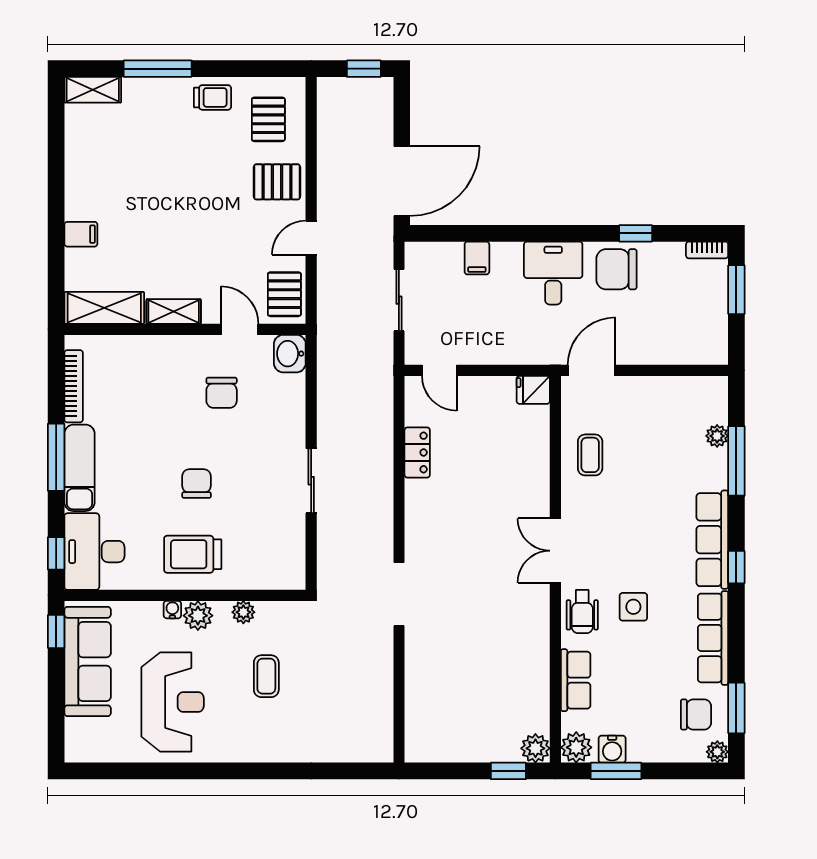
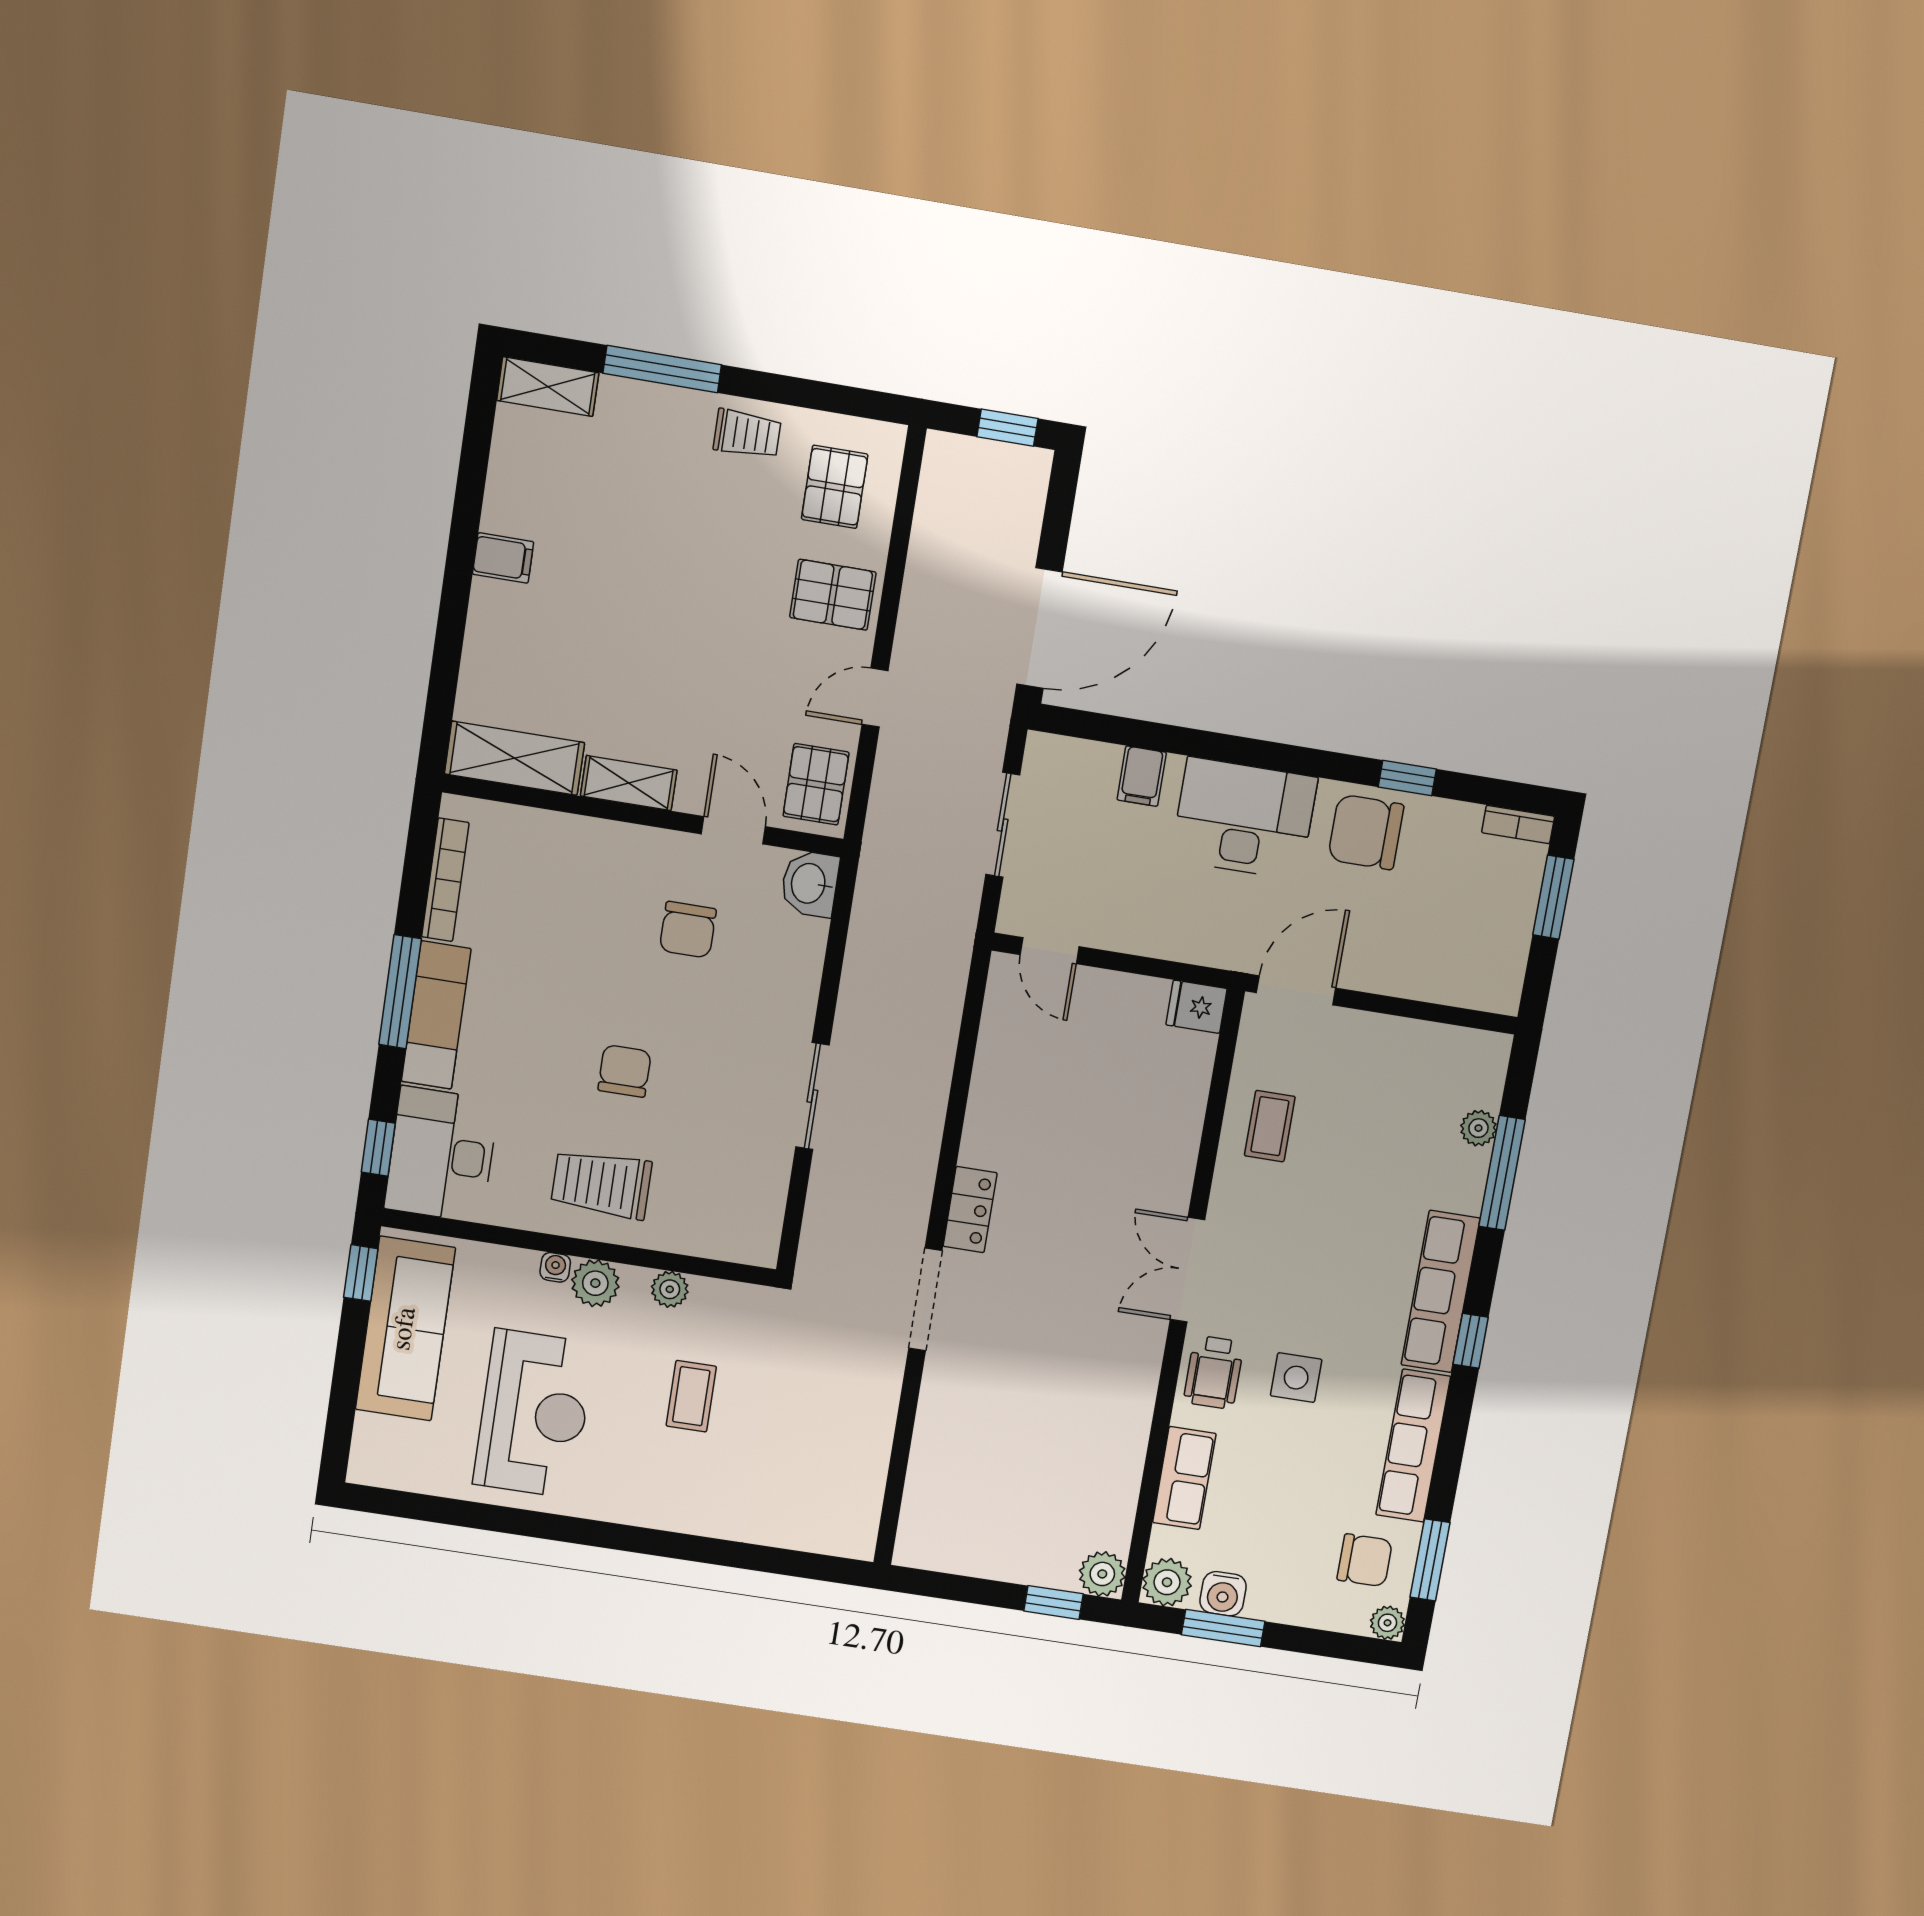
filing cabinet: (81, 234) -> (503, 558), moved
desk: (553, 273) -> (1244, 818), width x1.37
locker: (417, 452) -> (970, 1210), moved

